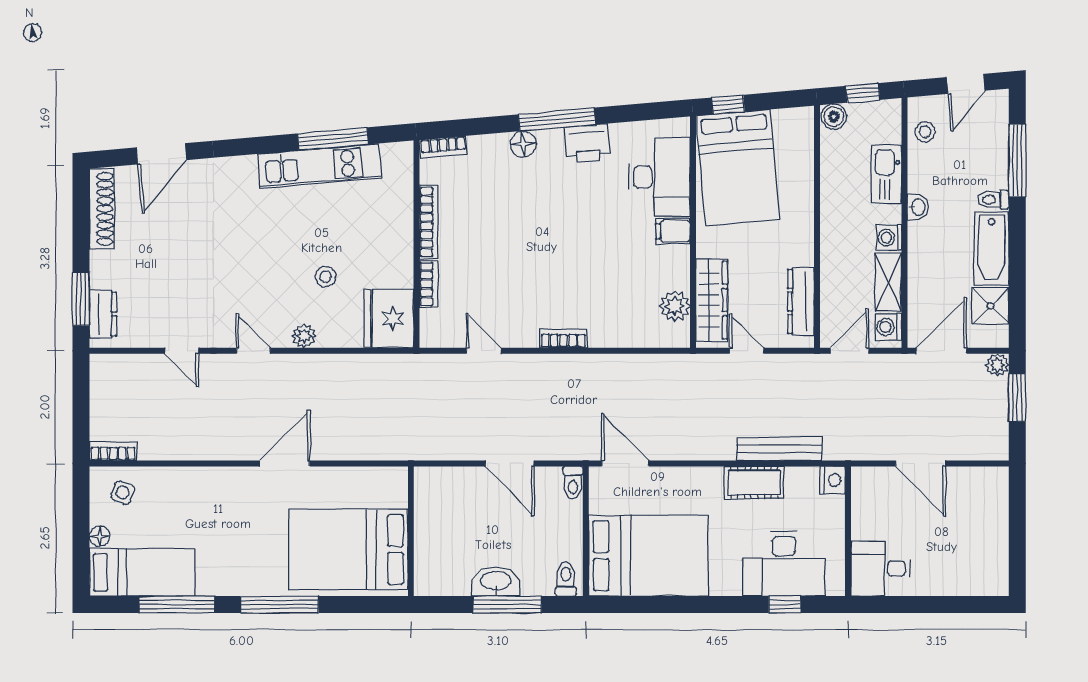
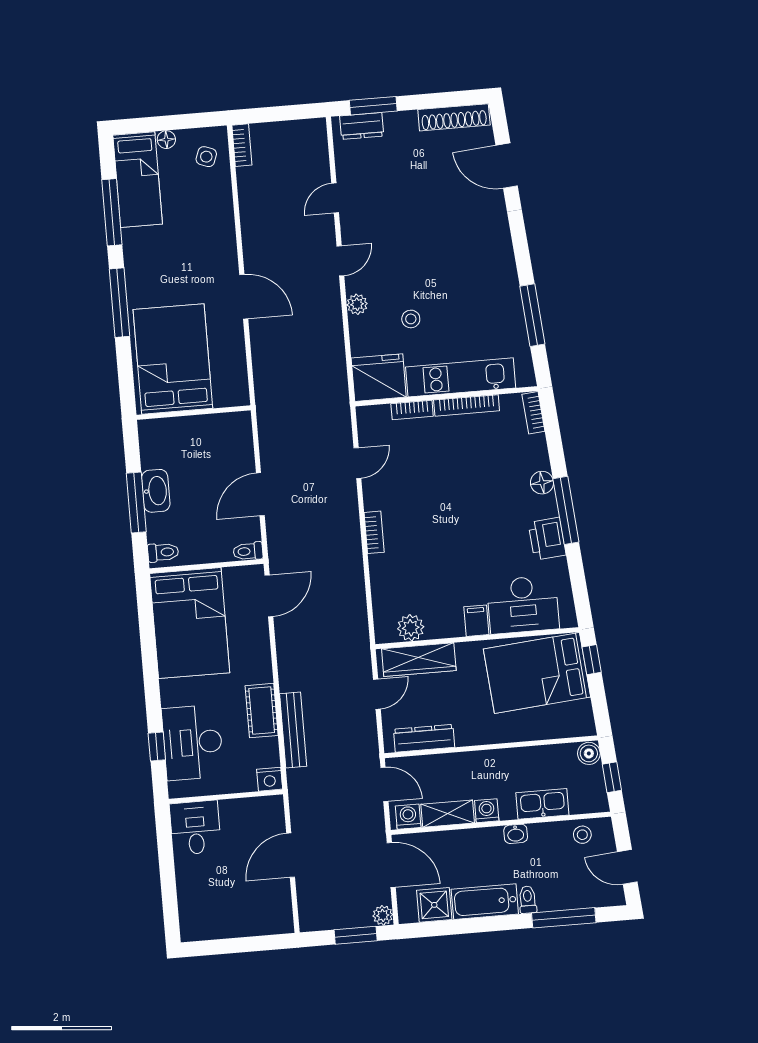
kitchen unit: (320, 166) -> (461, 377), moved, turned 95

